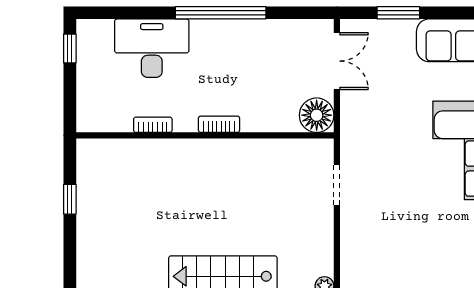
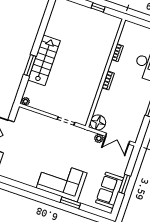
window: (398, 13) -> (125, 184), moved
plant: (350, 101) -> (99, 138), added

